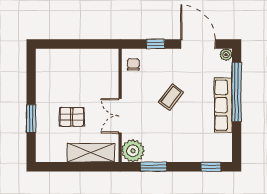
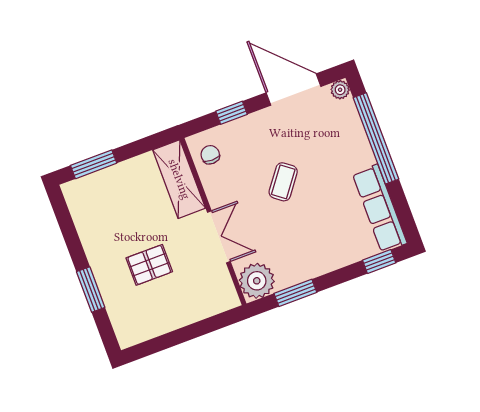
window: (61, 44) -> (94, 164), added
row of seats: (223, 105) -> (380, 208), moved
double door: (120, 116) -> (219, 237), swing flipped
shelving: (91, 153) -> (179, 179), moved, turned 90

